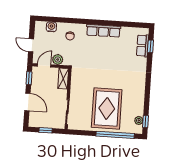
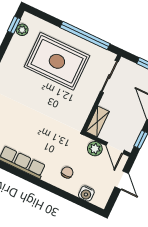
door: (44, 65) -> (115, 148), hinge flipped
rug: (107, 108) -> (57, 61), turned 90
window: (115, 135) -> (85, 36), moved

